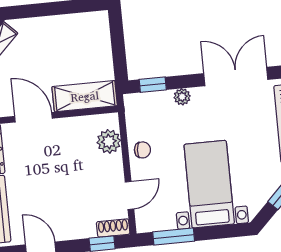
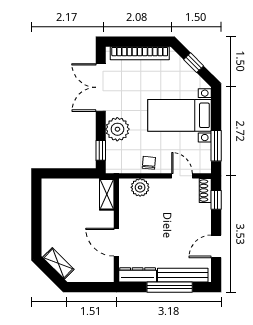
shelving: (85, 96) -> (107, 194), width x0.67, depth x0.75
plant: (182, 97) -> (117, 129), width x1.88, depth x1.88
door: (33, 117) -> (116, 242), hinge flipped

